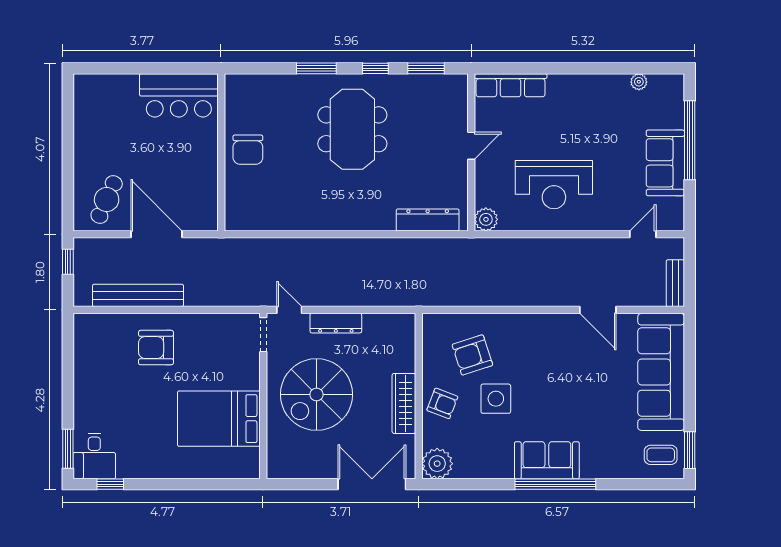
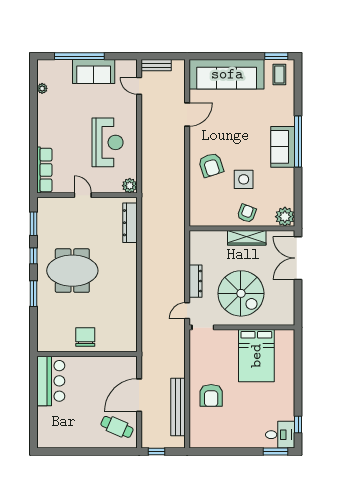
chair: (248, 150) -> (85, 337), turned -90
bench: (675, 283) -> (156, 65), moved
armchair: (472, 355) -> (211, 165), moved

